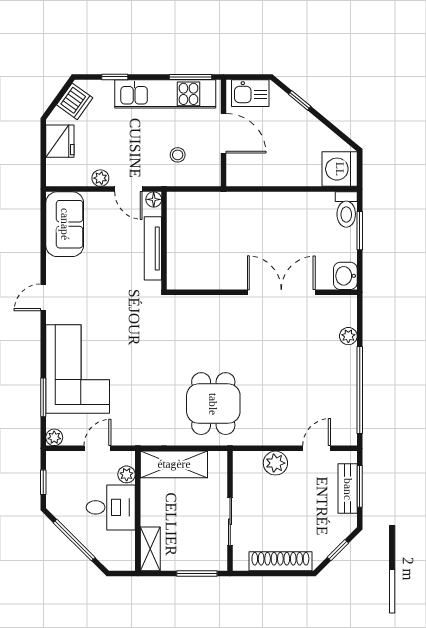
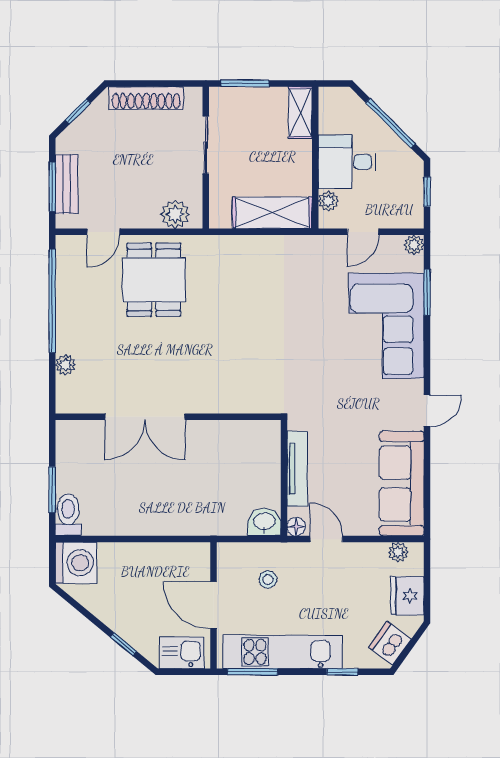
plant: (100, 178) -> (398, 552), moved
sofa: (65, 224) -> (402, 484), width x1.36
washbasin: (345, 276) -> (264, 522), moved, turned -90
dining table: (213, 404) -> (154, 280), moved
plant: (275, 463) -> (175, 214), moved

